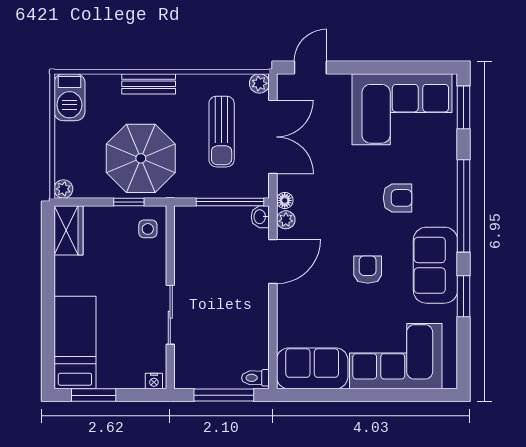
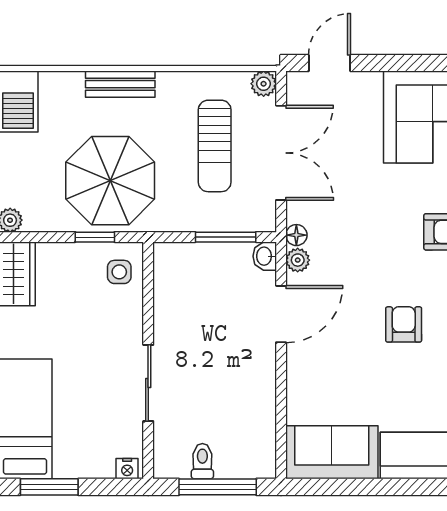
window: (230, 202) -> (226, 237), width x0.69
toilet: (255, 378) -> (202, 461), moved, turned 90

